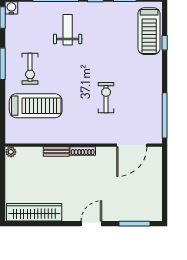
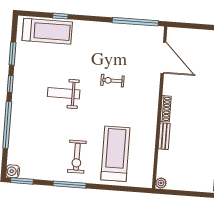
weight bench: (68, 30) -> (64, 93), moved
exercise bike: (30, 69) -> (77, 157), turned 90
exercise bike: (106, 98) -> (112, 81), width x0.73, depth x0.72

